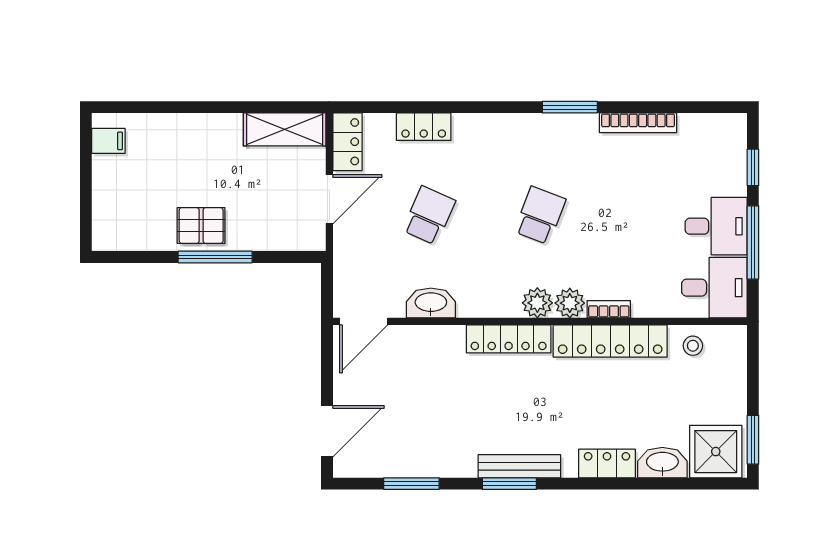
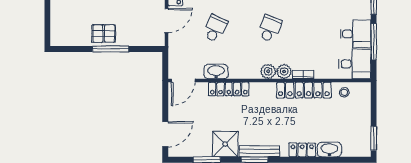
locker: (509, 339) -> (229, 89), moved
shower: (716, 452) -> (225, 144), moved

